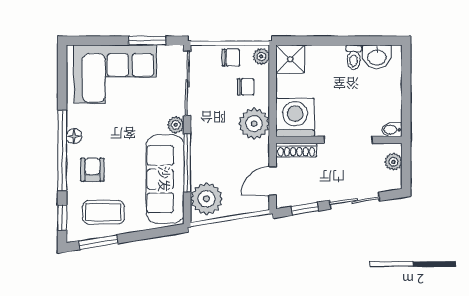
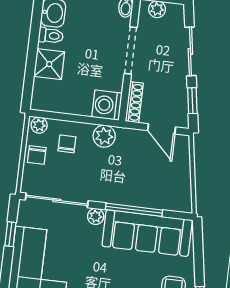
window: (147, 41) -> (10, 234), width x0.67
chair: (231, 58) -> (37, 155), turned 180
shower: (290, 59) -> (49, 64), moved
washing machine: (295, 117) -> (107, 105), width x0.73, depth x0.73
plant: (254, 124) -> (104, 136), width x0.73, depth x0.73
plant: (207, 199) -> (171, 195), removed

